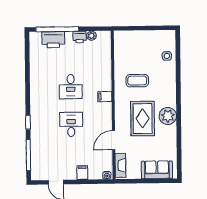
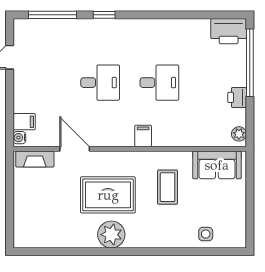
plant: (92, 36) -> (239, 134), moved
printer: (53, 40) -> (229, 31), moved, turned -90
desk: (71, 87) -> (159, 83), turned 180
sofa: (157, 170) -> (217, 165), moved, turned 90
filing cabinet: (82, 173) -> (24, 122), moved

